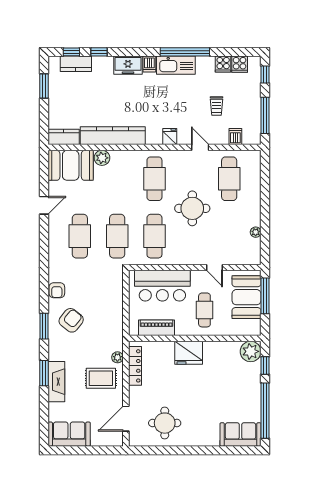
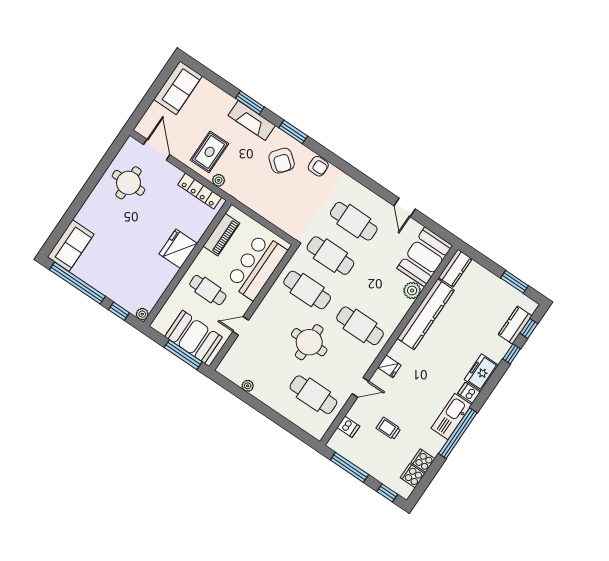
armchair: (57, 290) -> (318, 166), turned 180
plant: (251, 351) -> (142, 314), width x0.53, depth x0.53
fireplace: (56, 382) -> (252, 121), moved

